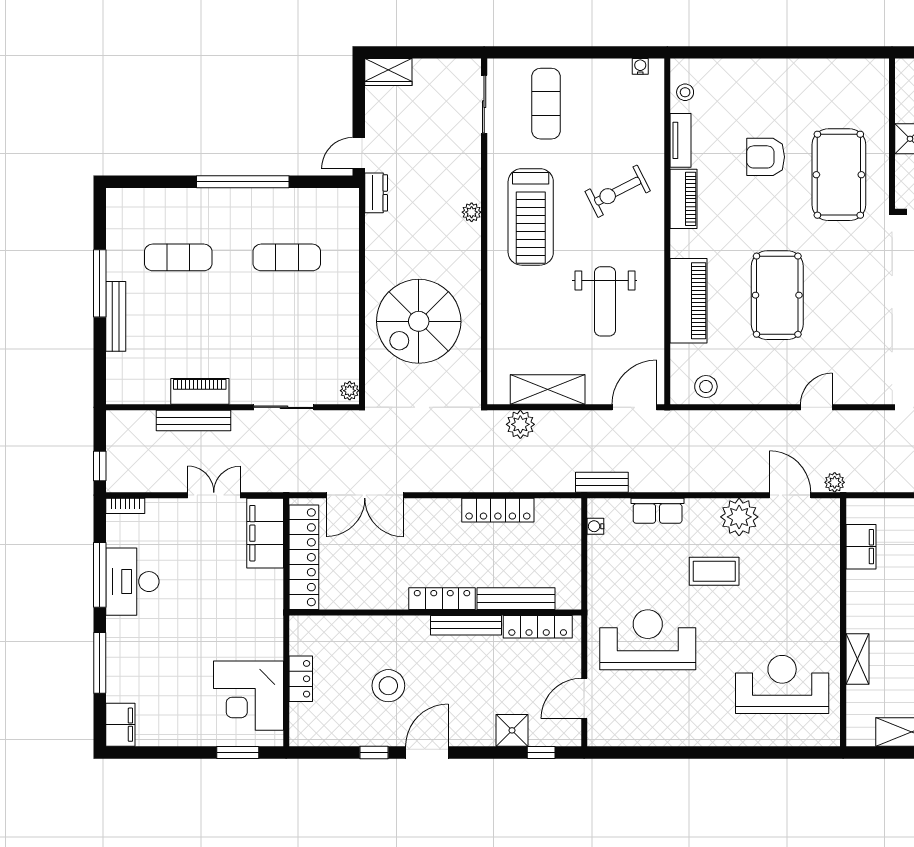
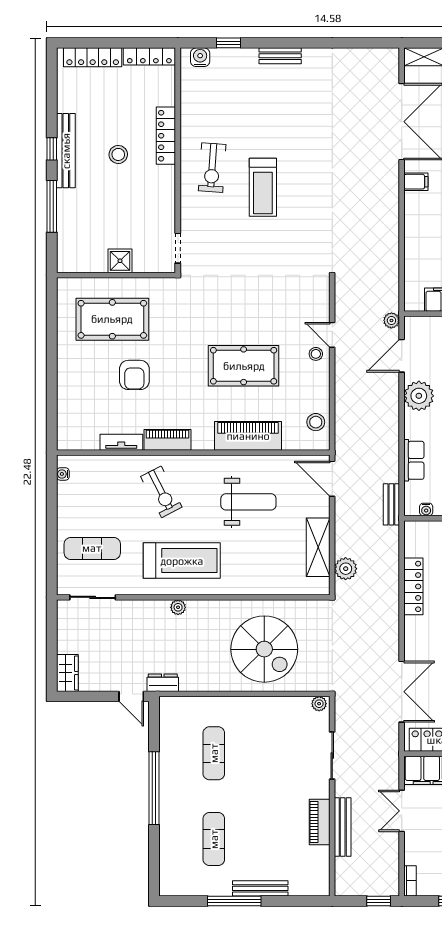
stool: (685, 92) -> (316, 354), moved
pool table: (839, 175) -> (112, 319), moved

